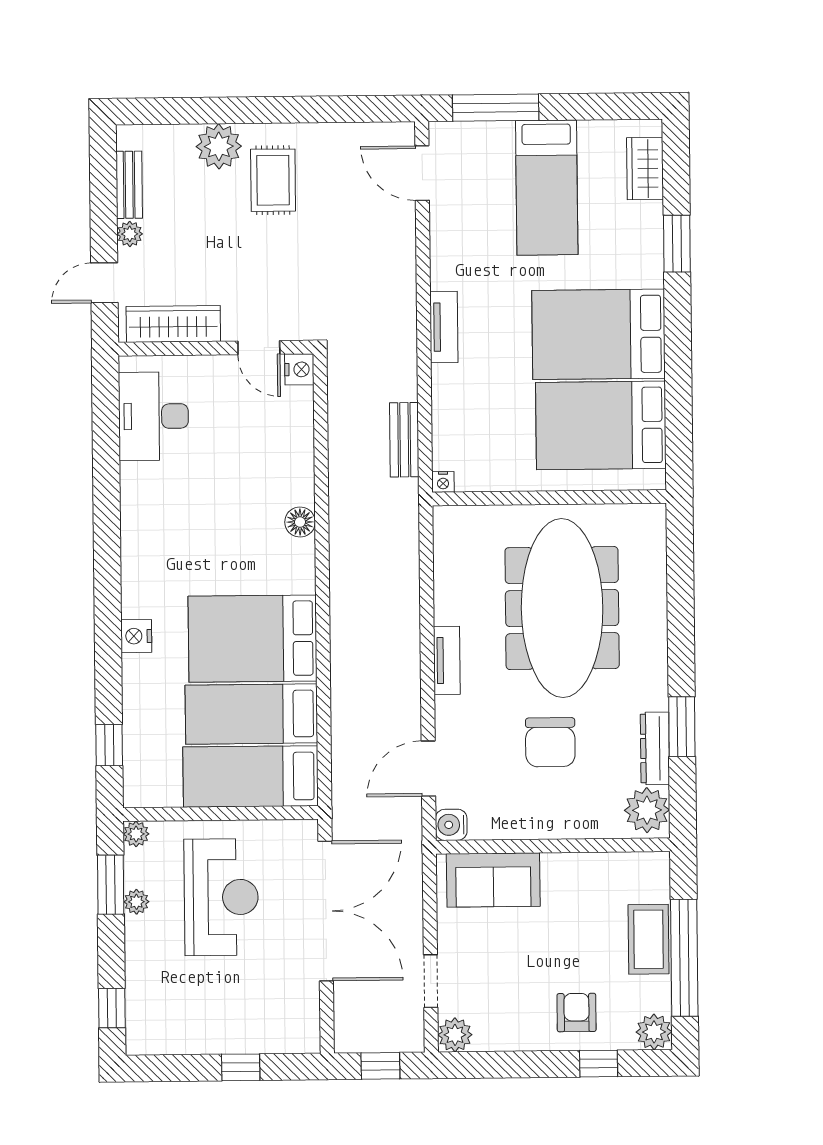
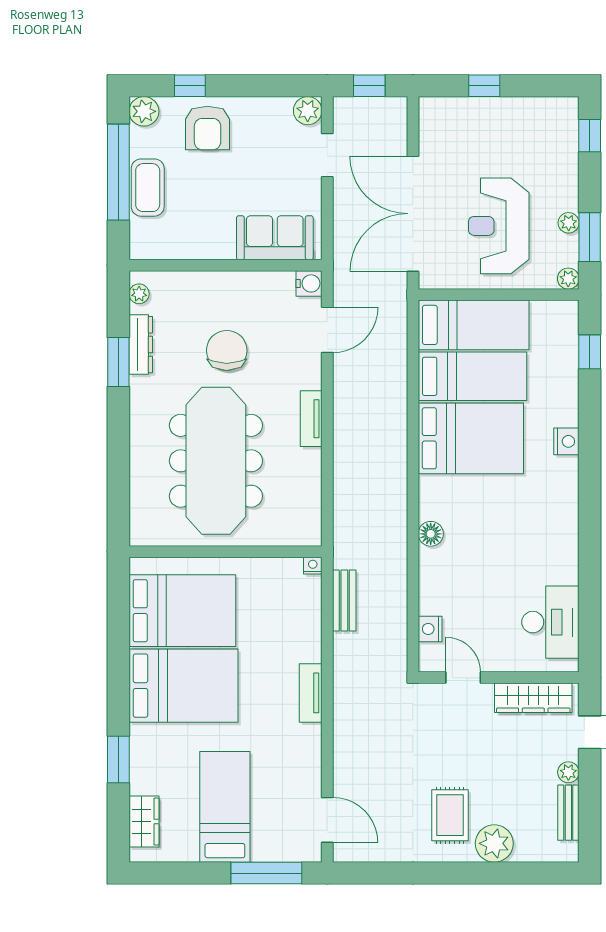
nightstand: (299, 369) -> (430, 629), moved
plant: (647, 810) -> (139, 294), width x0.53, depth x0.53
armchair: (577, 1013) -> (208, 128), width x1.38, depth x1.38

